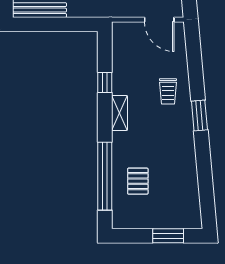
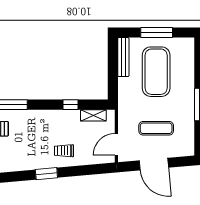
shelving: (119, 113) -> (93, 115), moved

